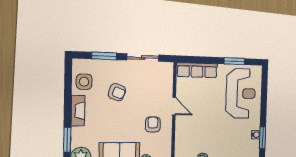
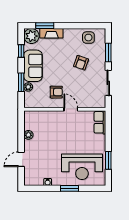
row of seats: (197, 70) -> (100, 122), width x0.68
door: (174, 106) -> (71, 109), swing flipped
fireplace: (78, 111) -> (51, 33), moved
window: (263, 138) -> (70, 188), moved

